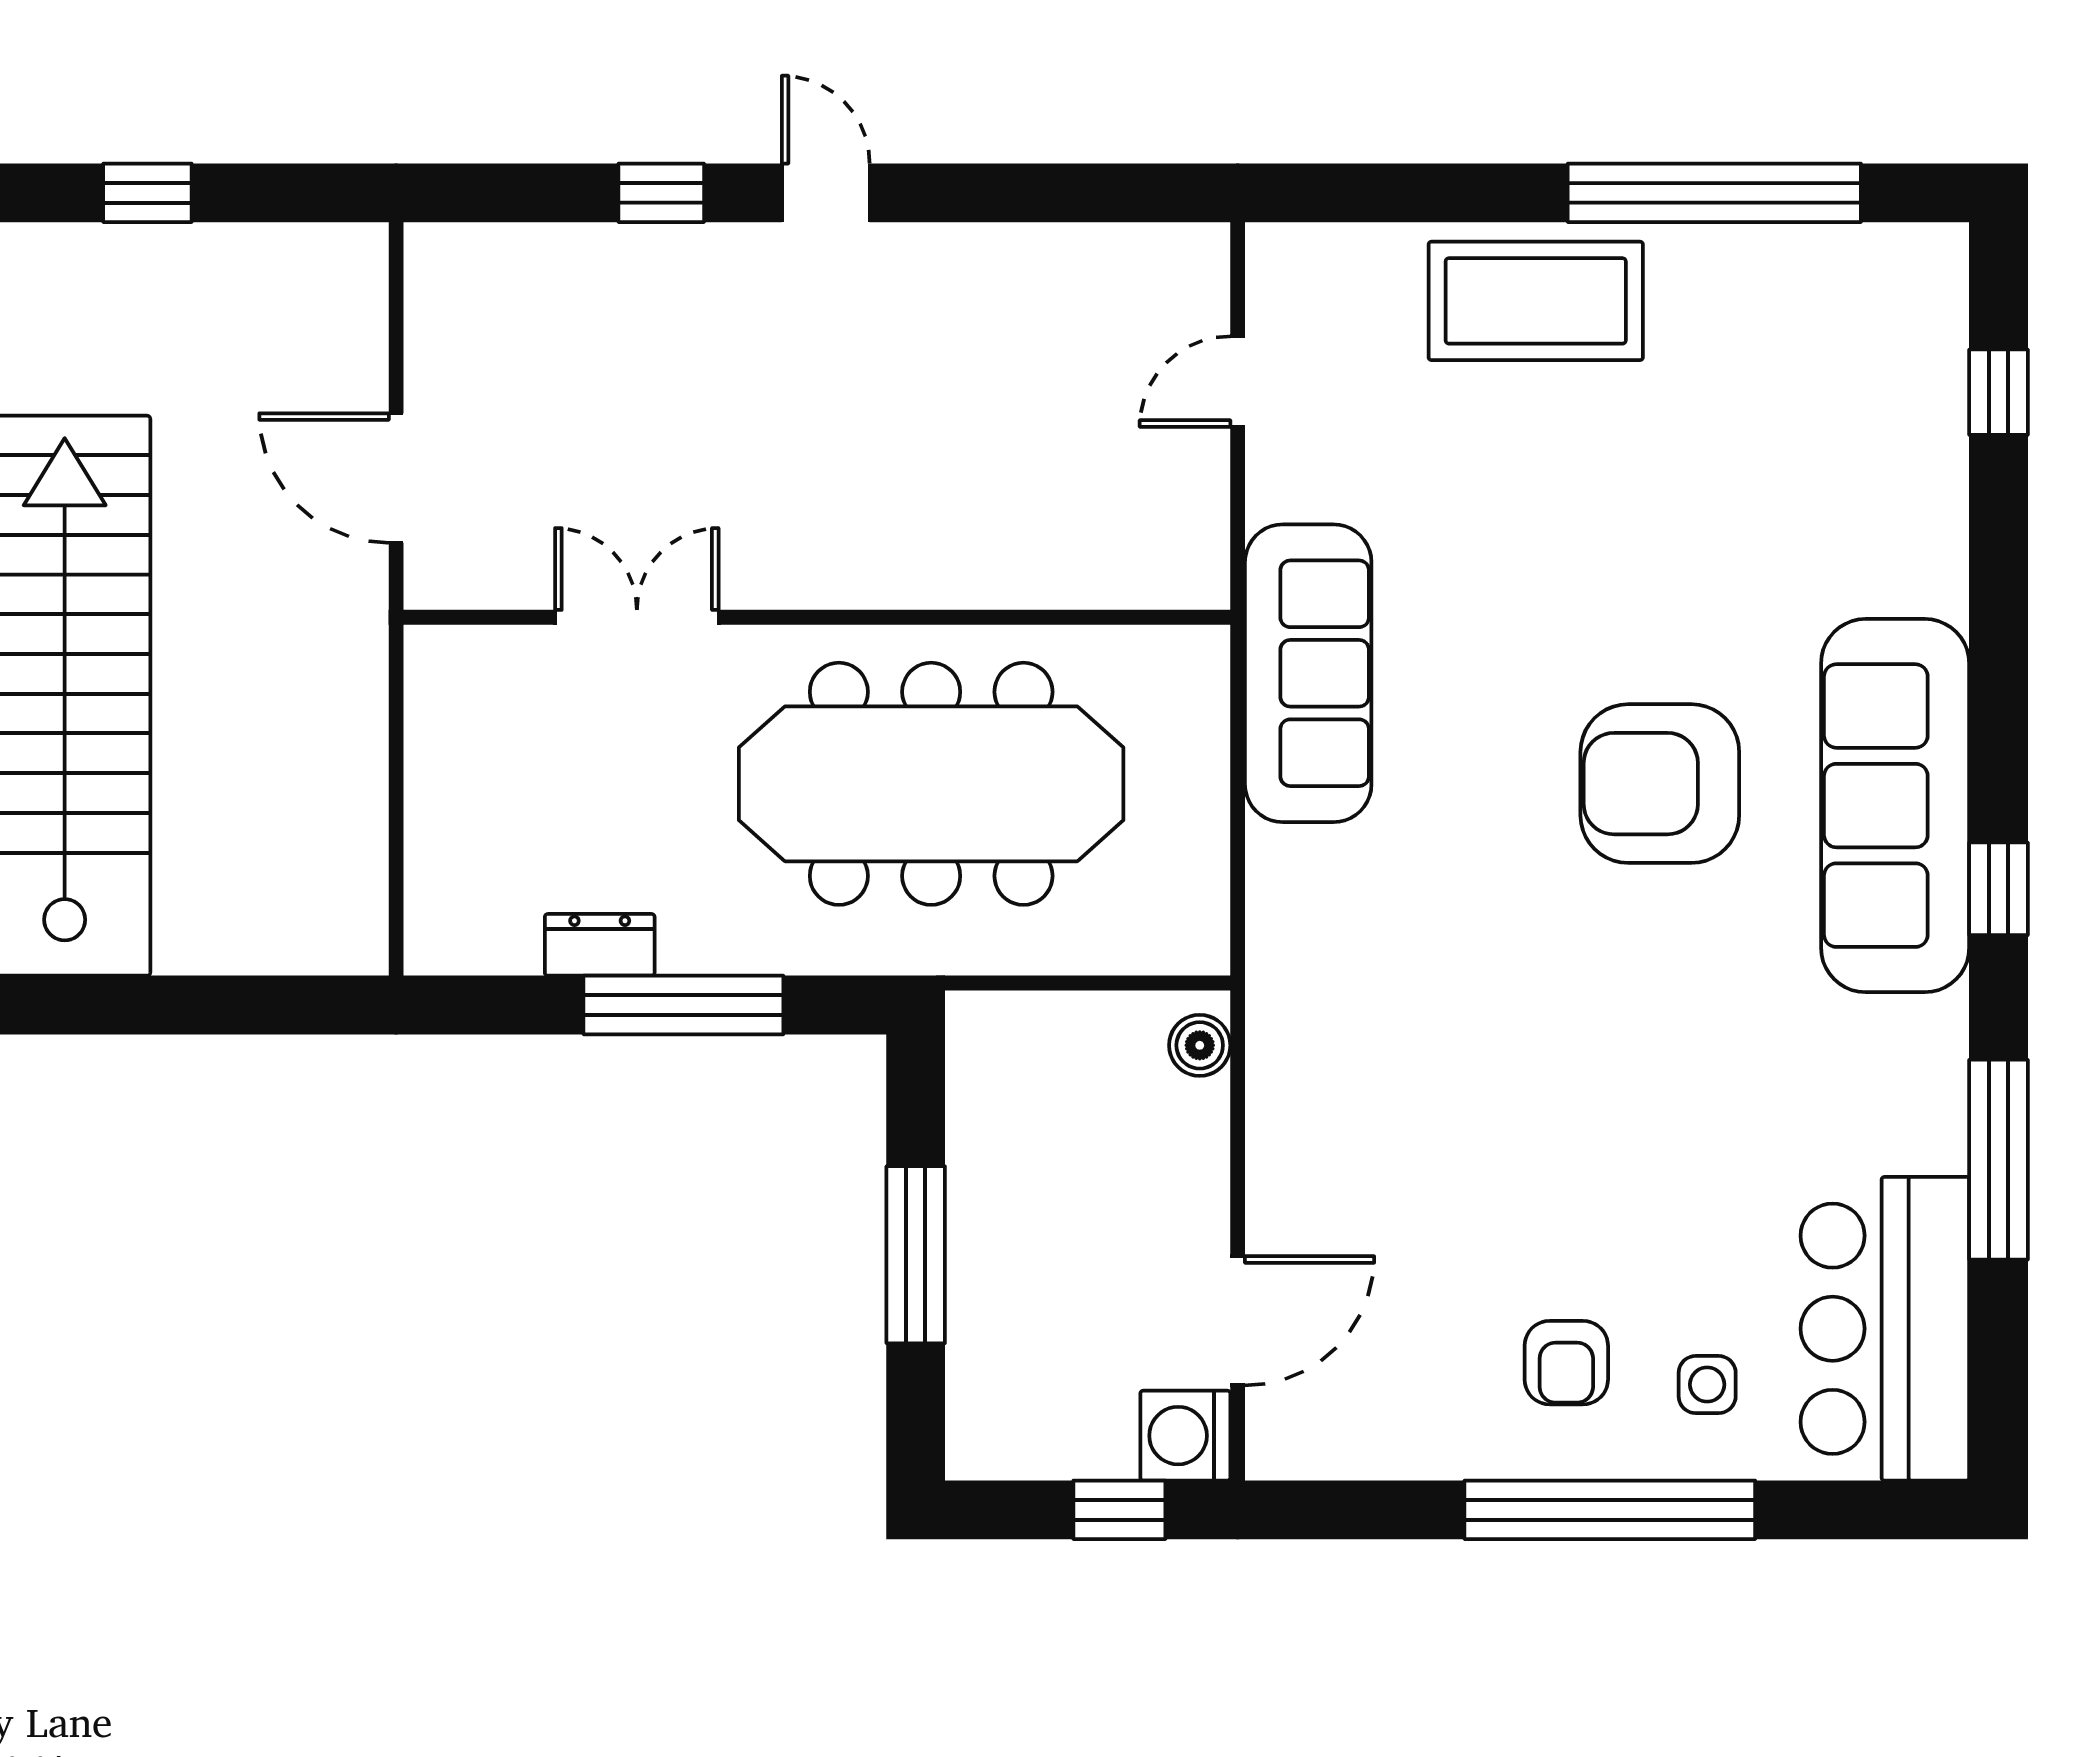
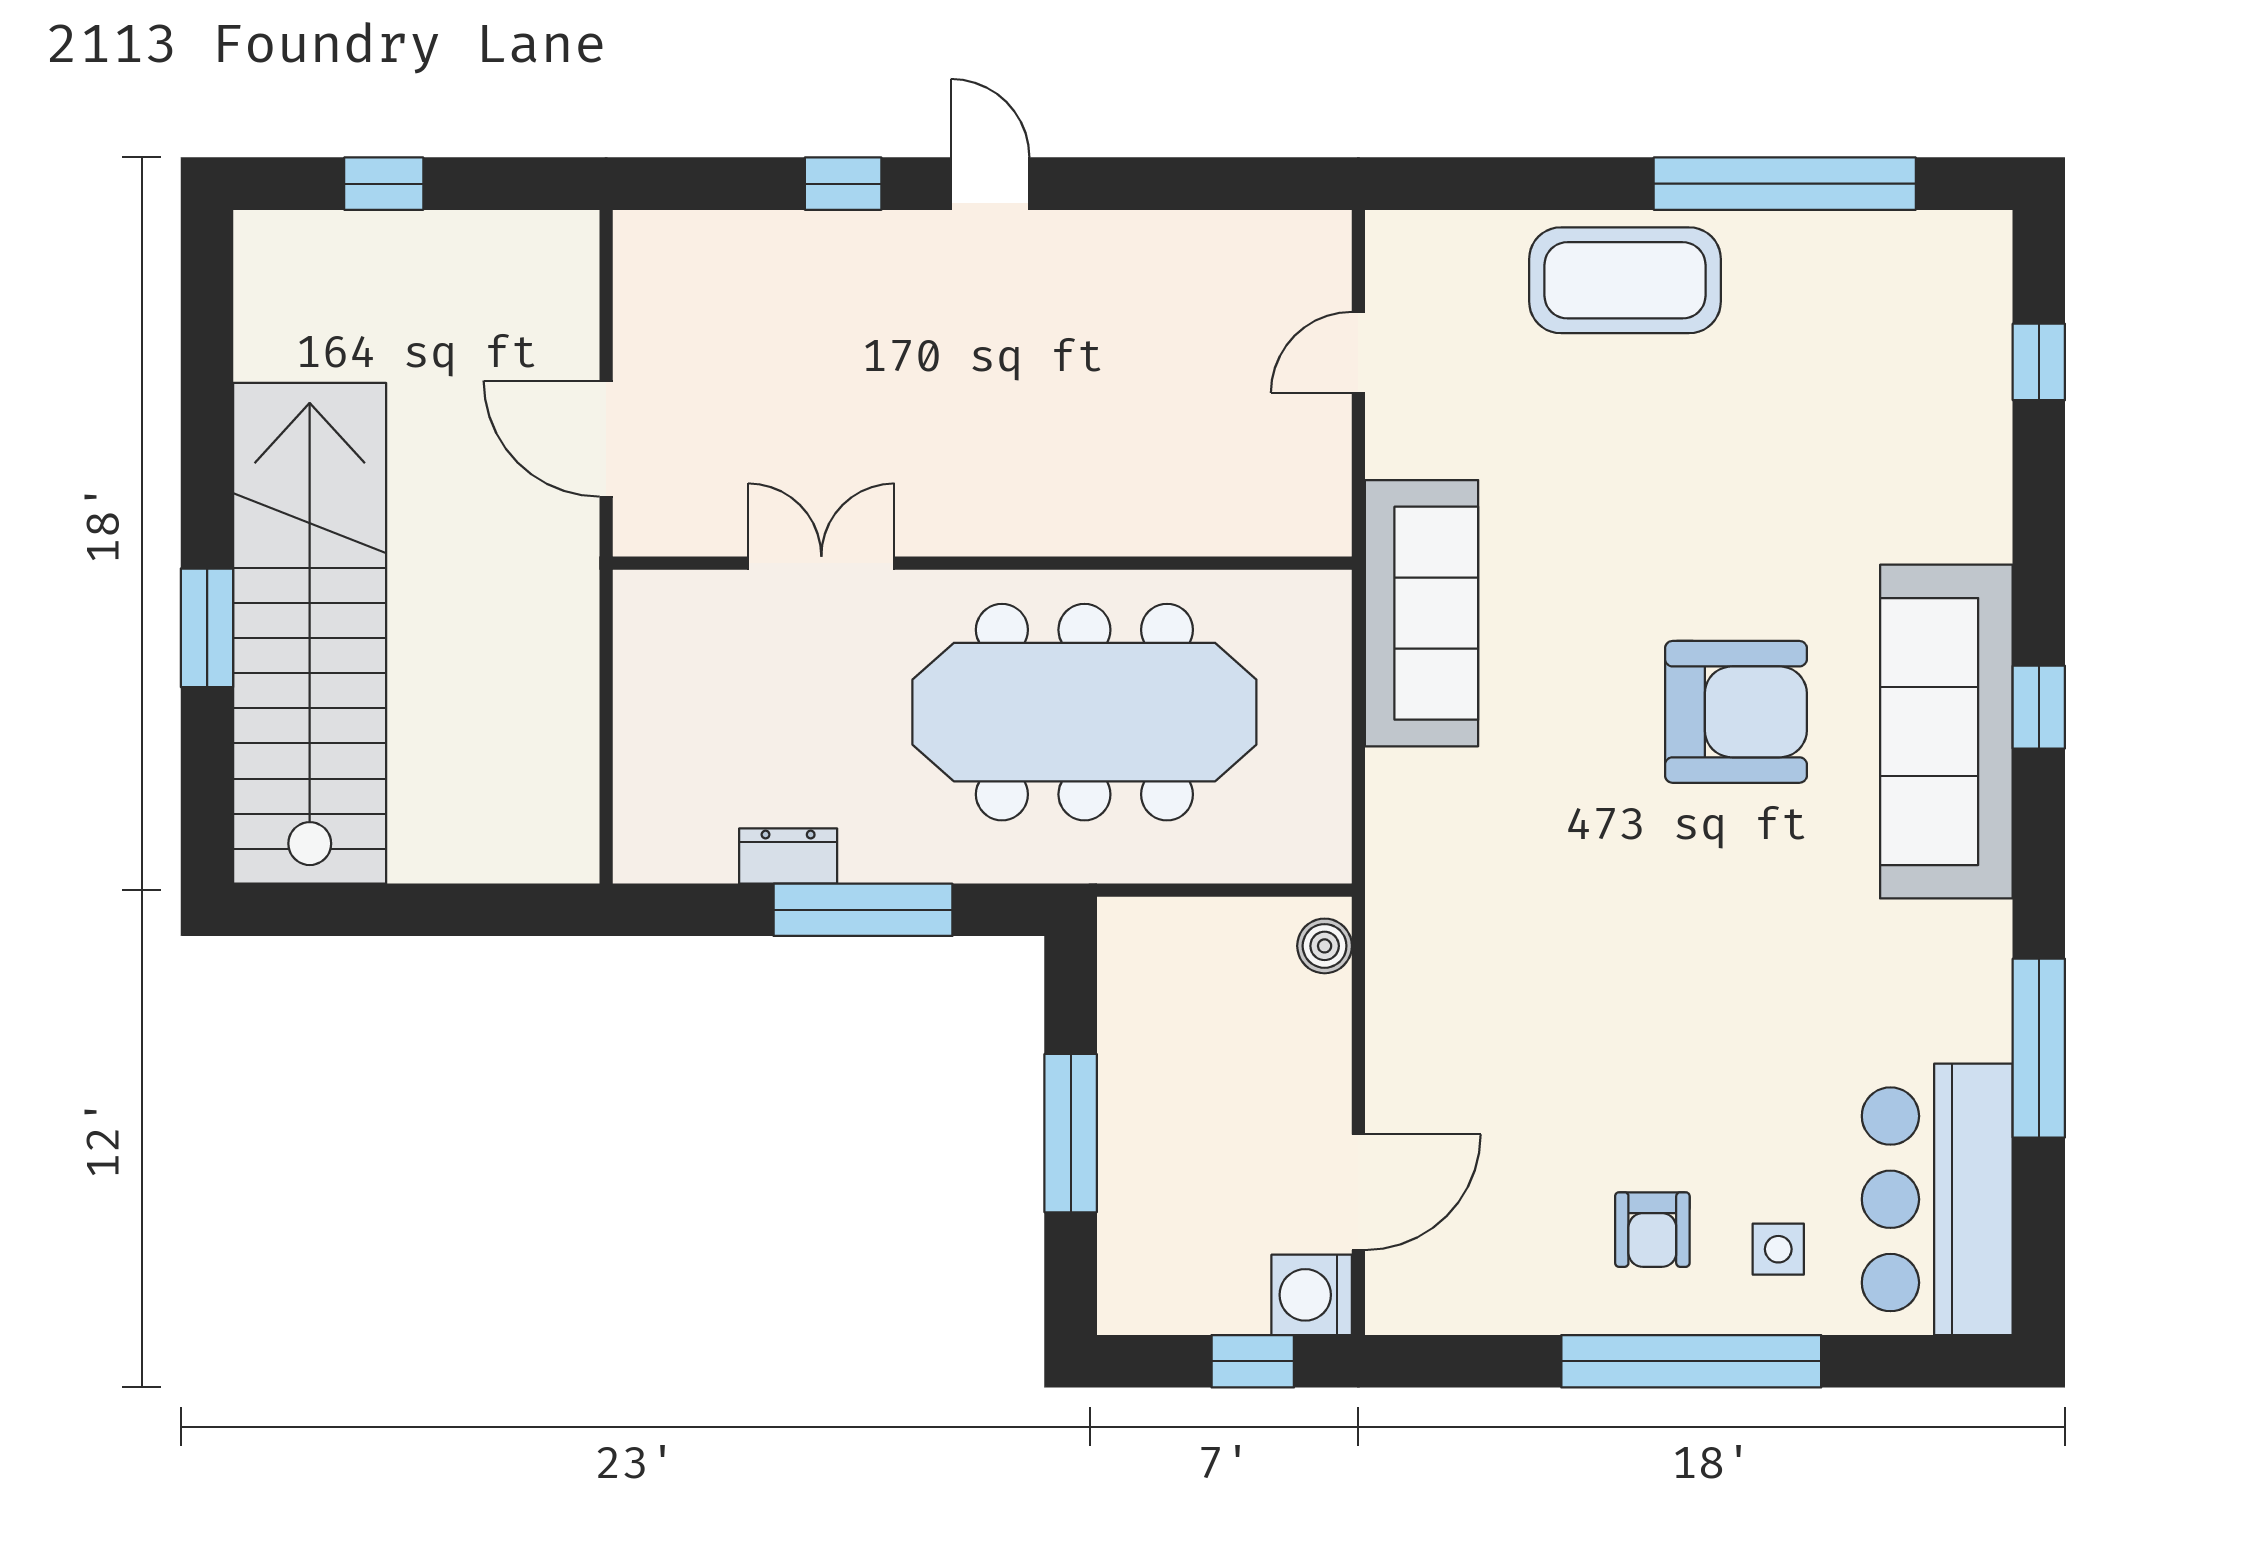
armchair: (1660, 784) -> (1736, 712), turned 180
window: (1999, 889) -> (2039, 707), moved

